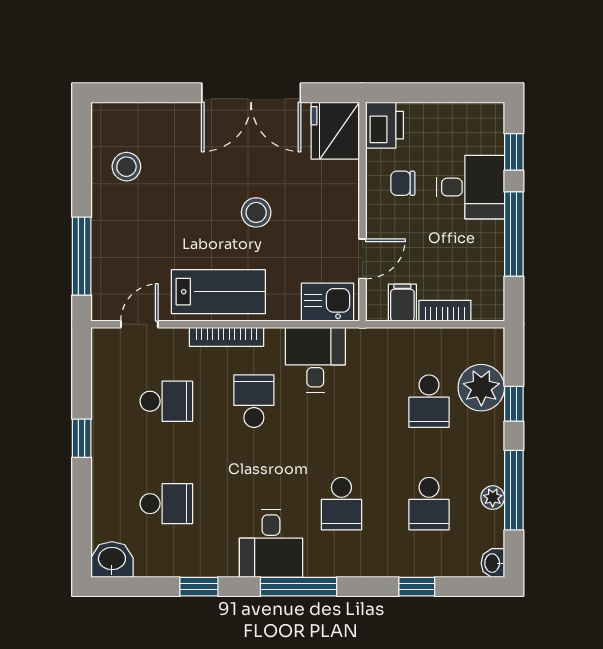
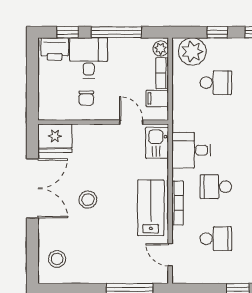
printer: (385, 125) -> (55, 49), moved, turned 180
stool: (126, 167) -> (57, 259), moved
stool: (256, 212) -> (88, 200), moved
plant: (486, 308) -> (161, 49), added
plant: (481, 388) -> (192, 52), moved
school desk: (166, 401) -> (216, 239), turned 90

